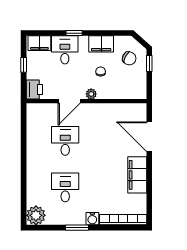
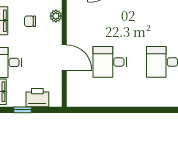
printer: (34, 89) -> (37, 98), moved
plant: (91, 94) -> (56, 16), moved

